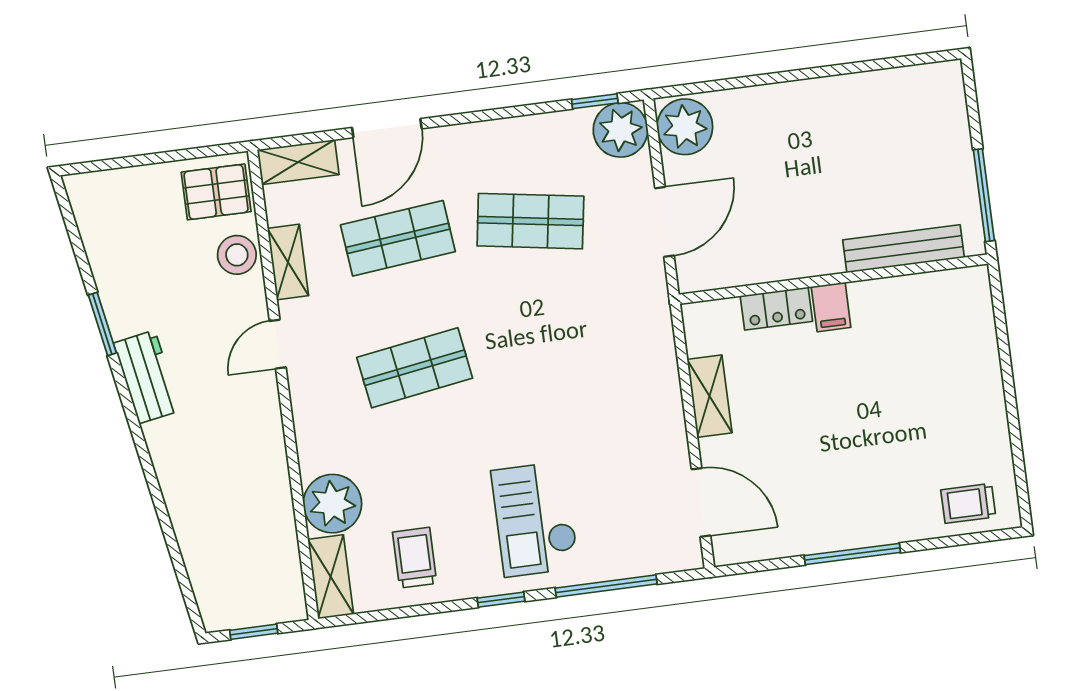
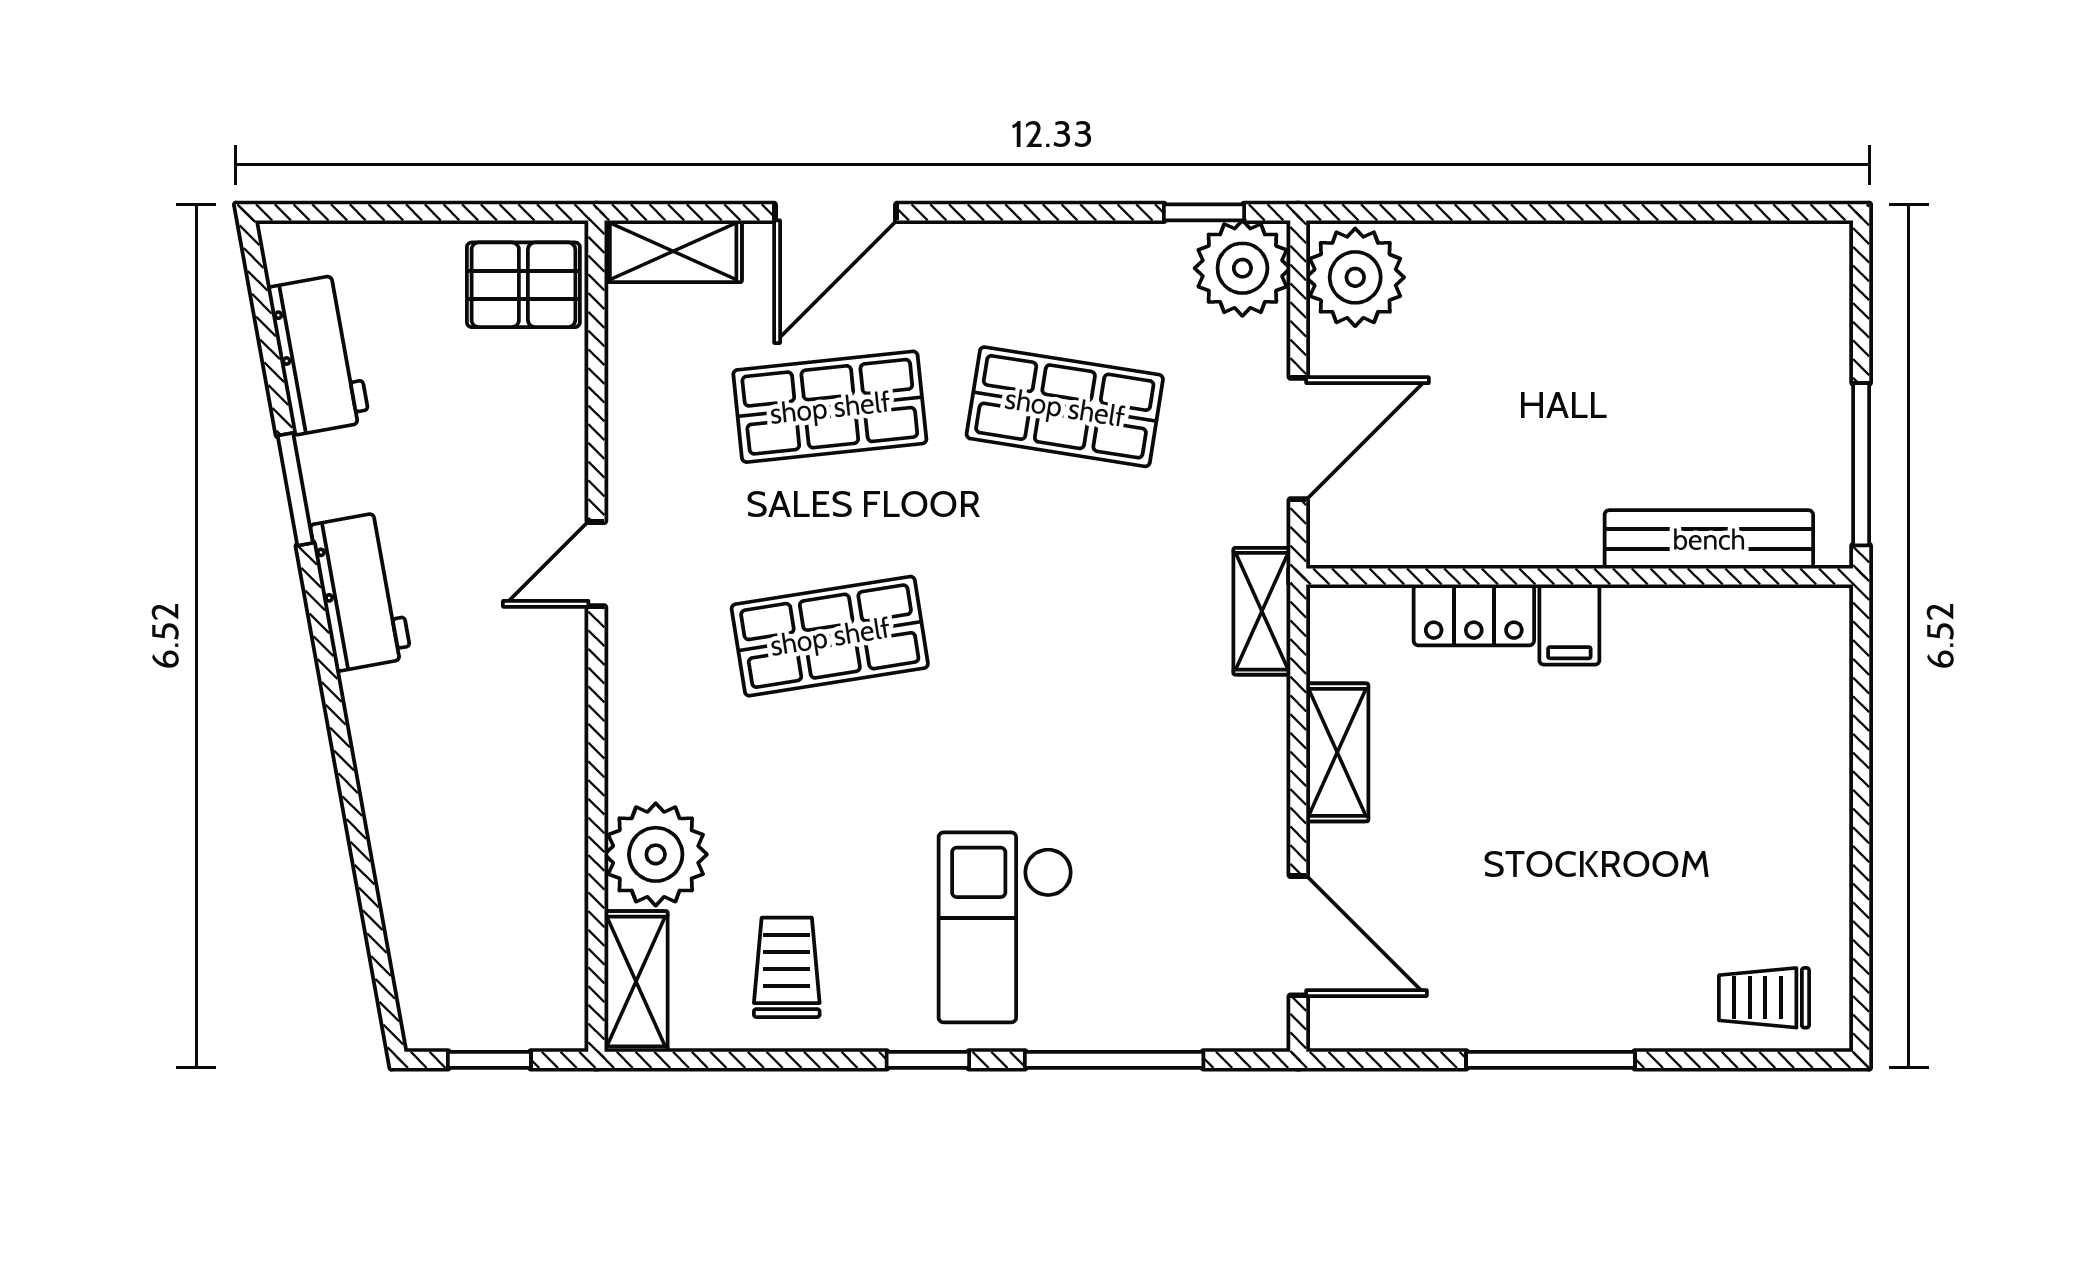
workbench: (106, 246) -> (319, 355), added
stool: (237, 255) -> (545, 399), removed
shelving: (288, 262) -> (1262, 611), moved

